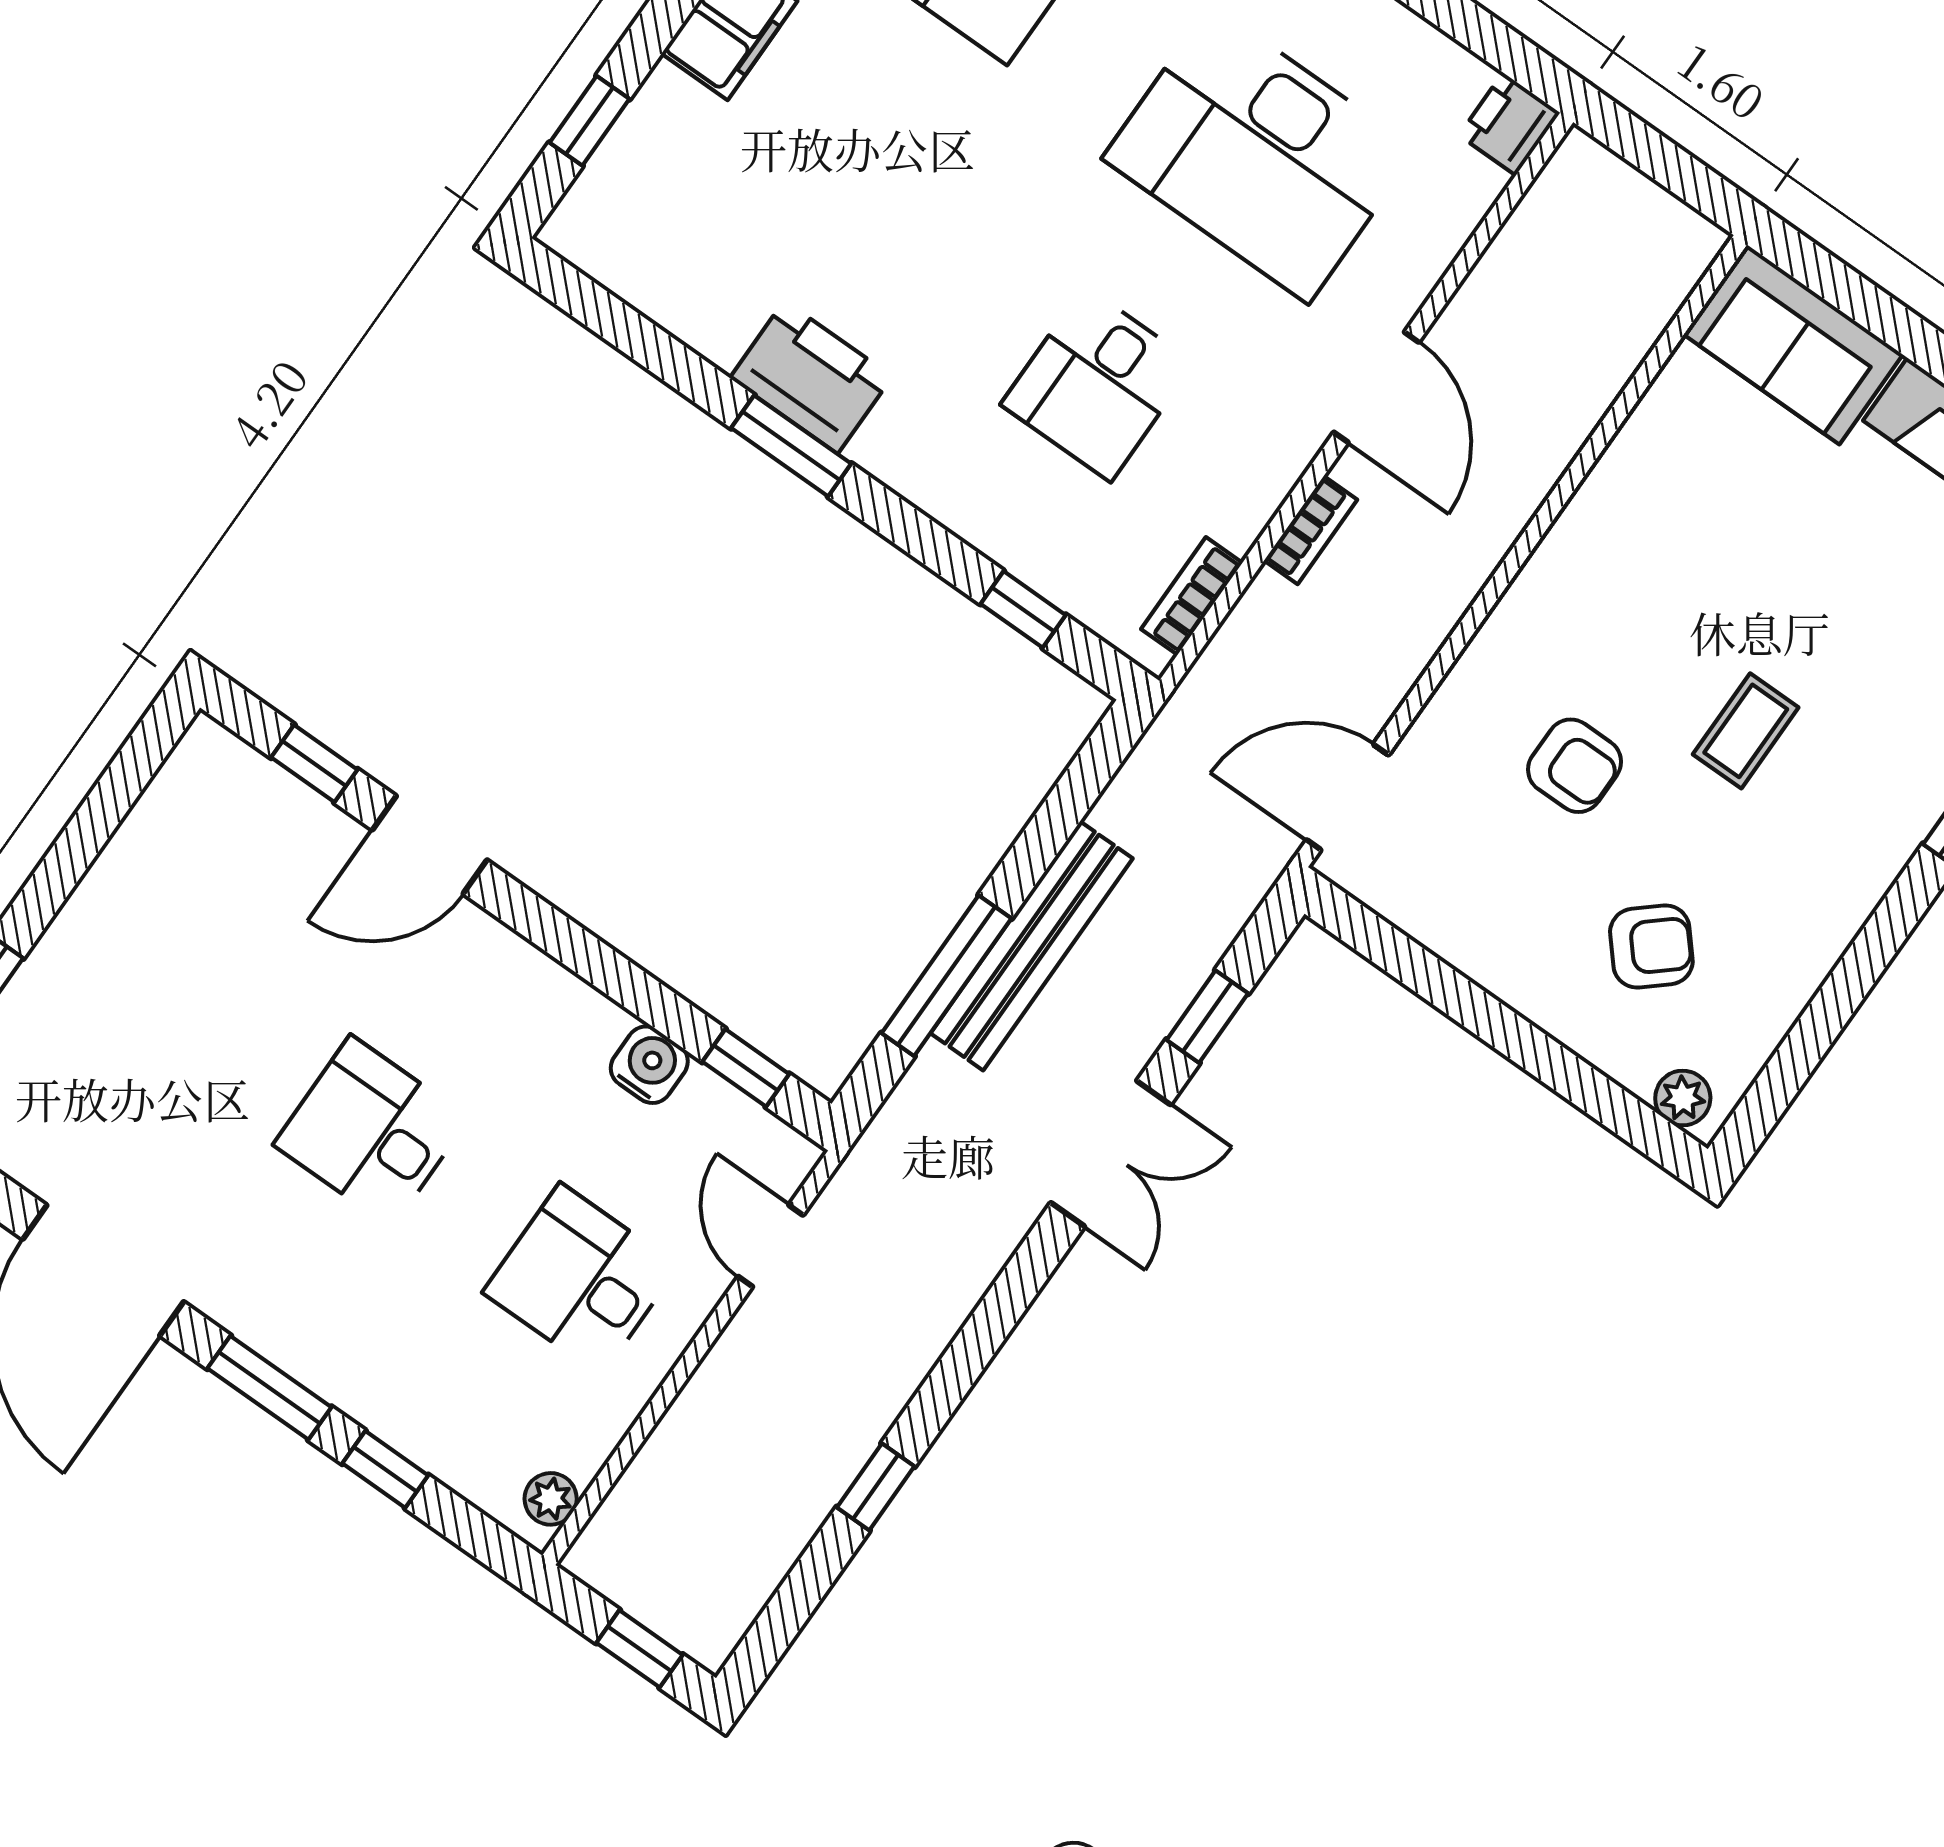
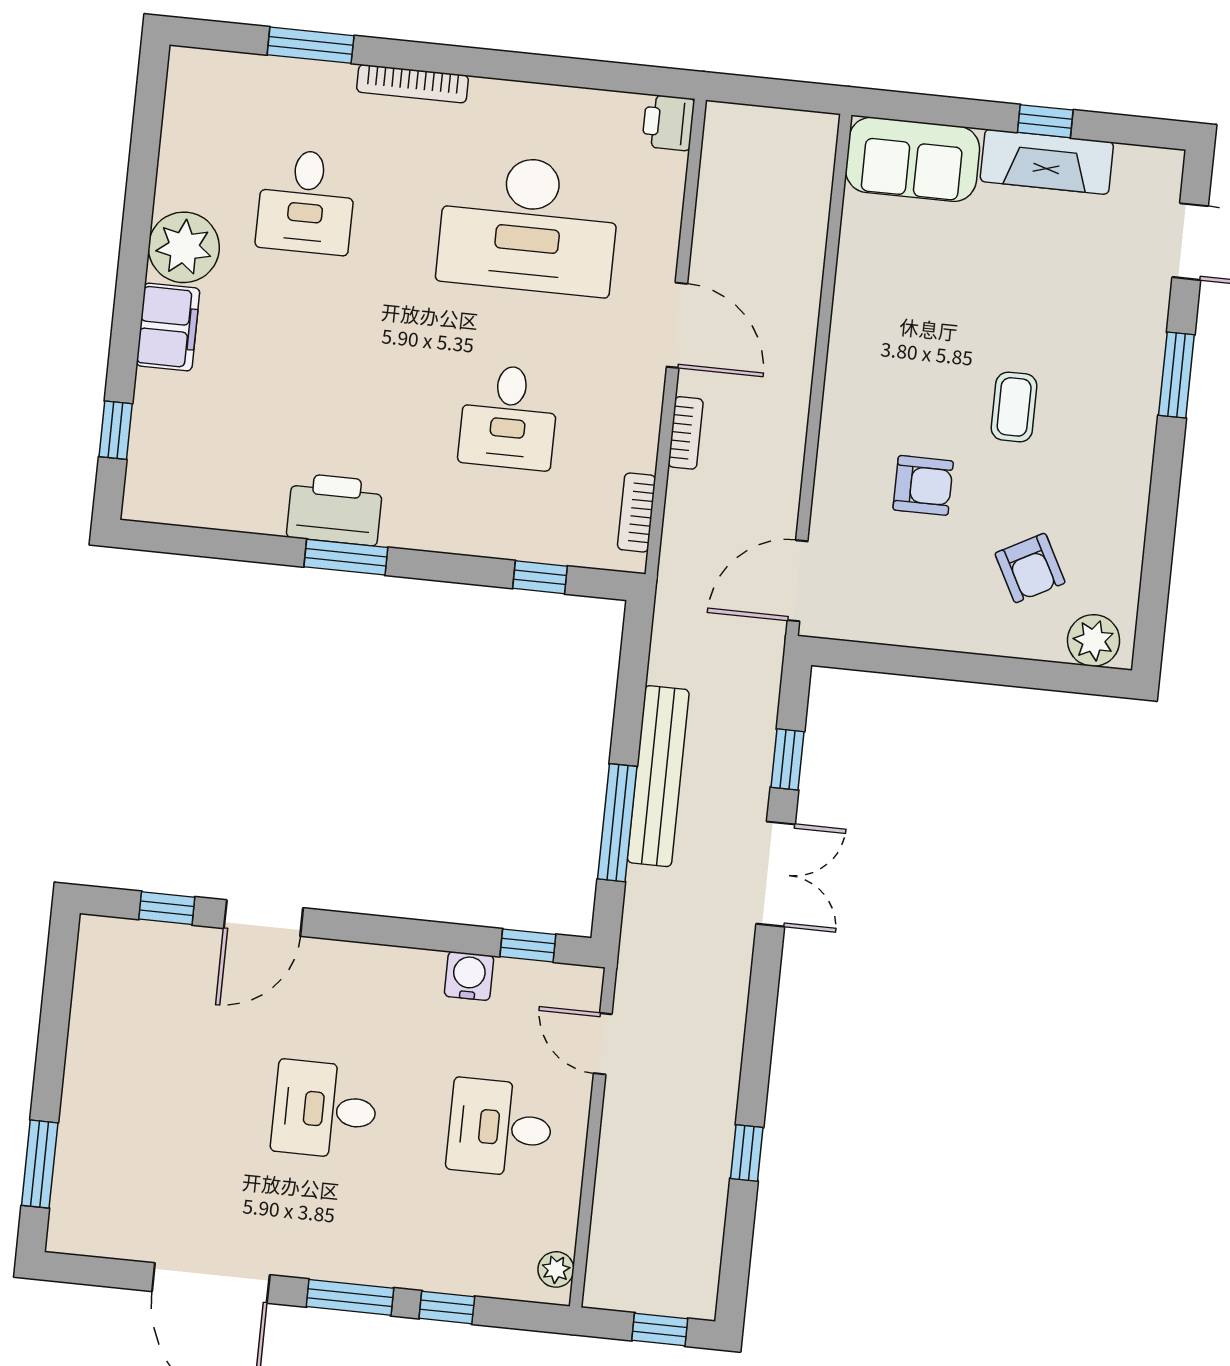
armchair: (1651, 947) -> (1030, 568), turned 103
plant: (1683, 1098) -> (1094, 640), width x1.38, depth x1.38

